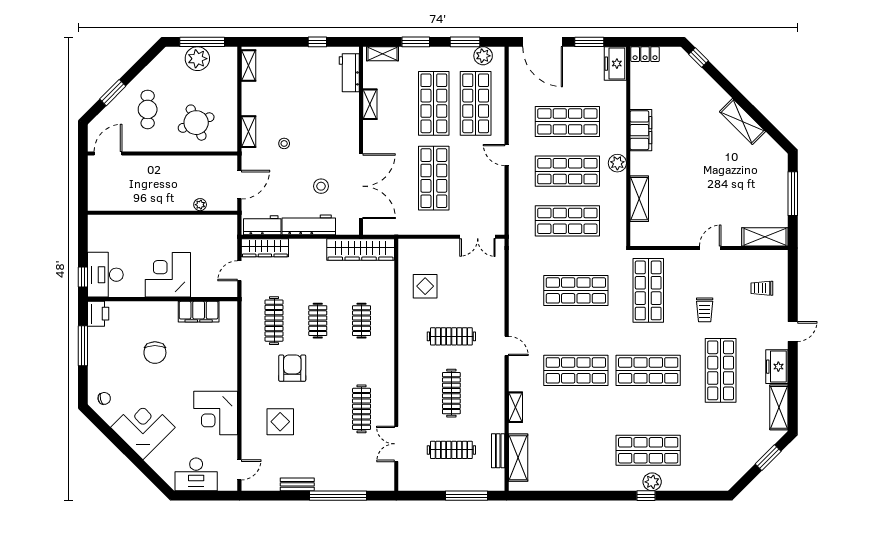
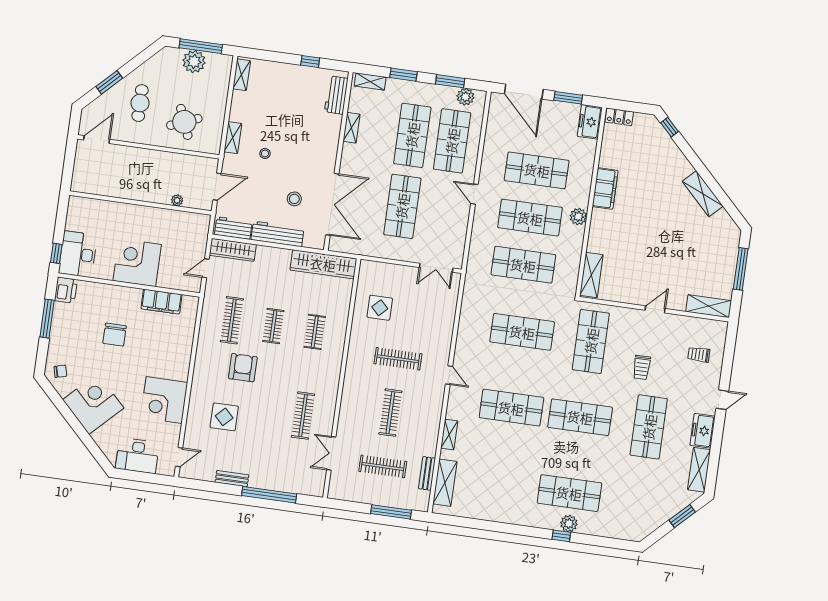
shelving: (639, 199) -> (591, 275), moved

